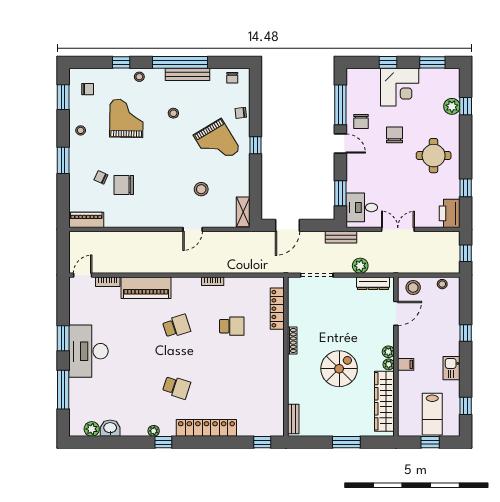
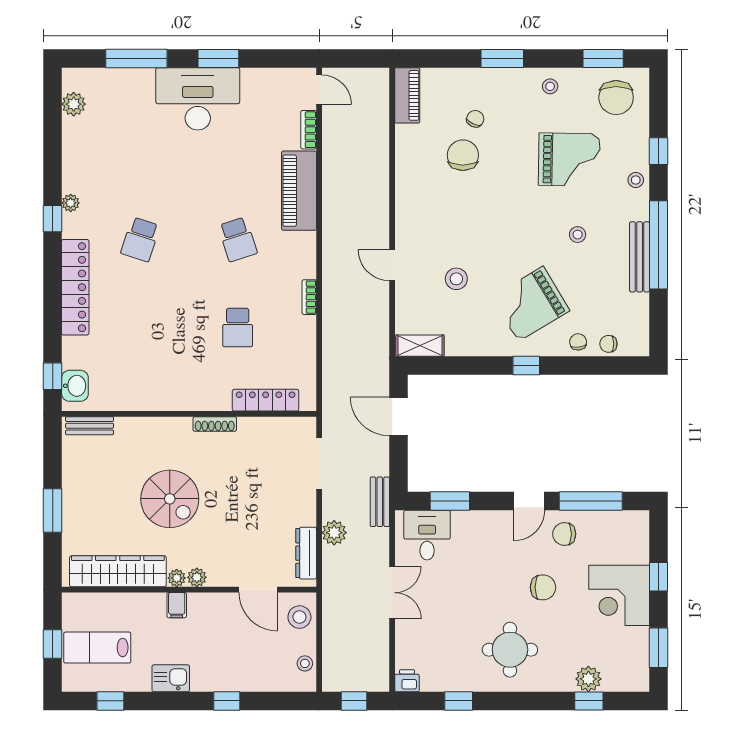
chair: (232, 78) -> (608, 344), moved
chair: (88, 89) -> (616, 98), width x1.87, depth x1.87
printer: (450, 213) -> (407, 681), width x0.53, depth x0.68
washbasin: (110, 428) -> (75, 386), moved

